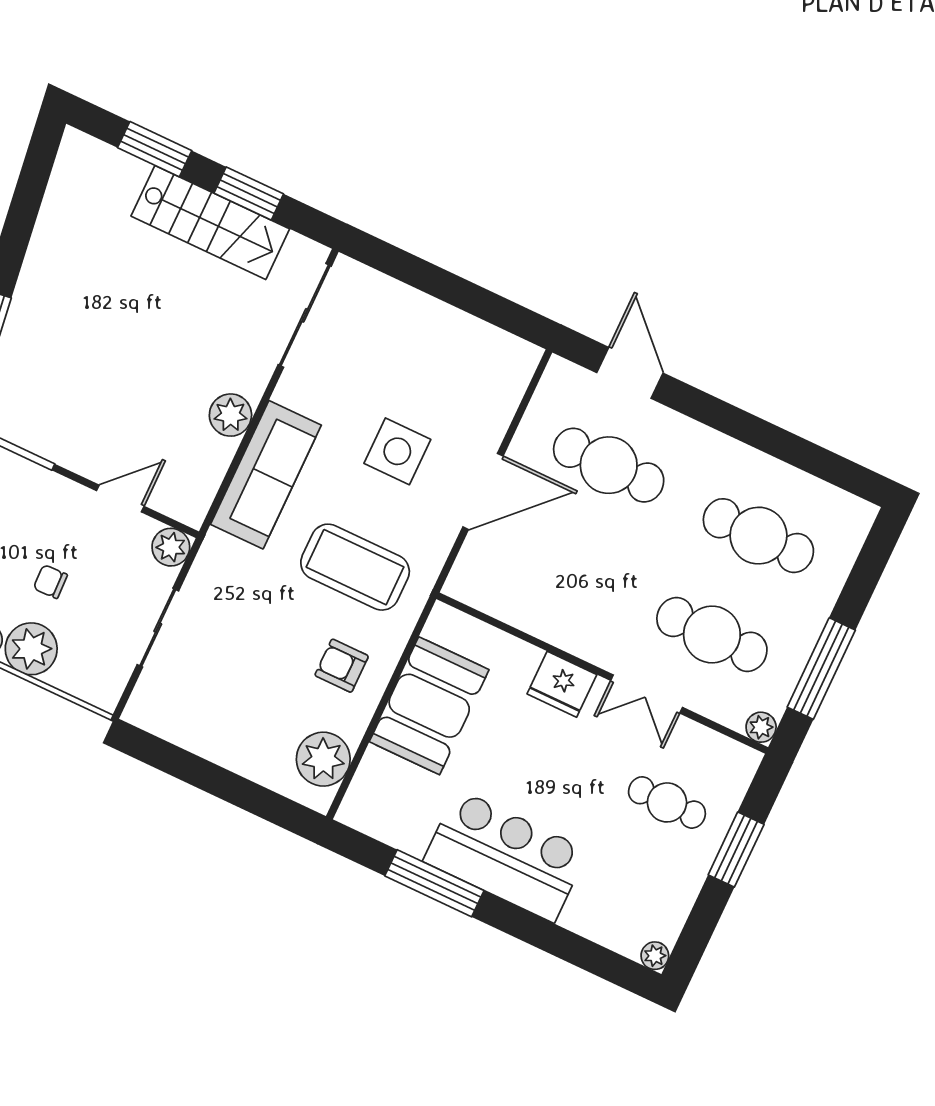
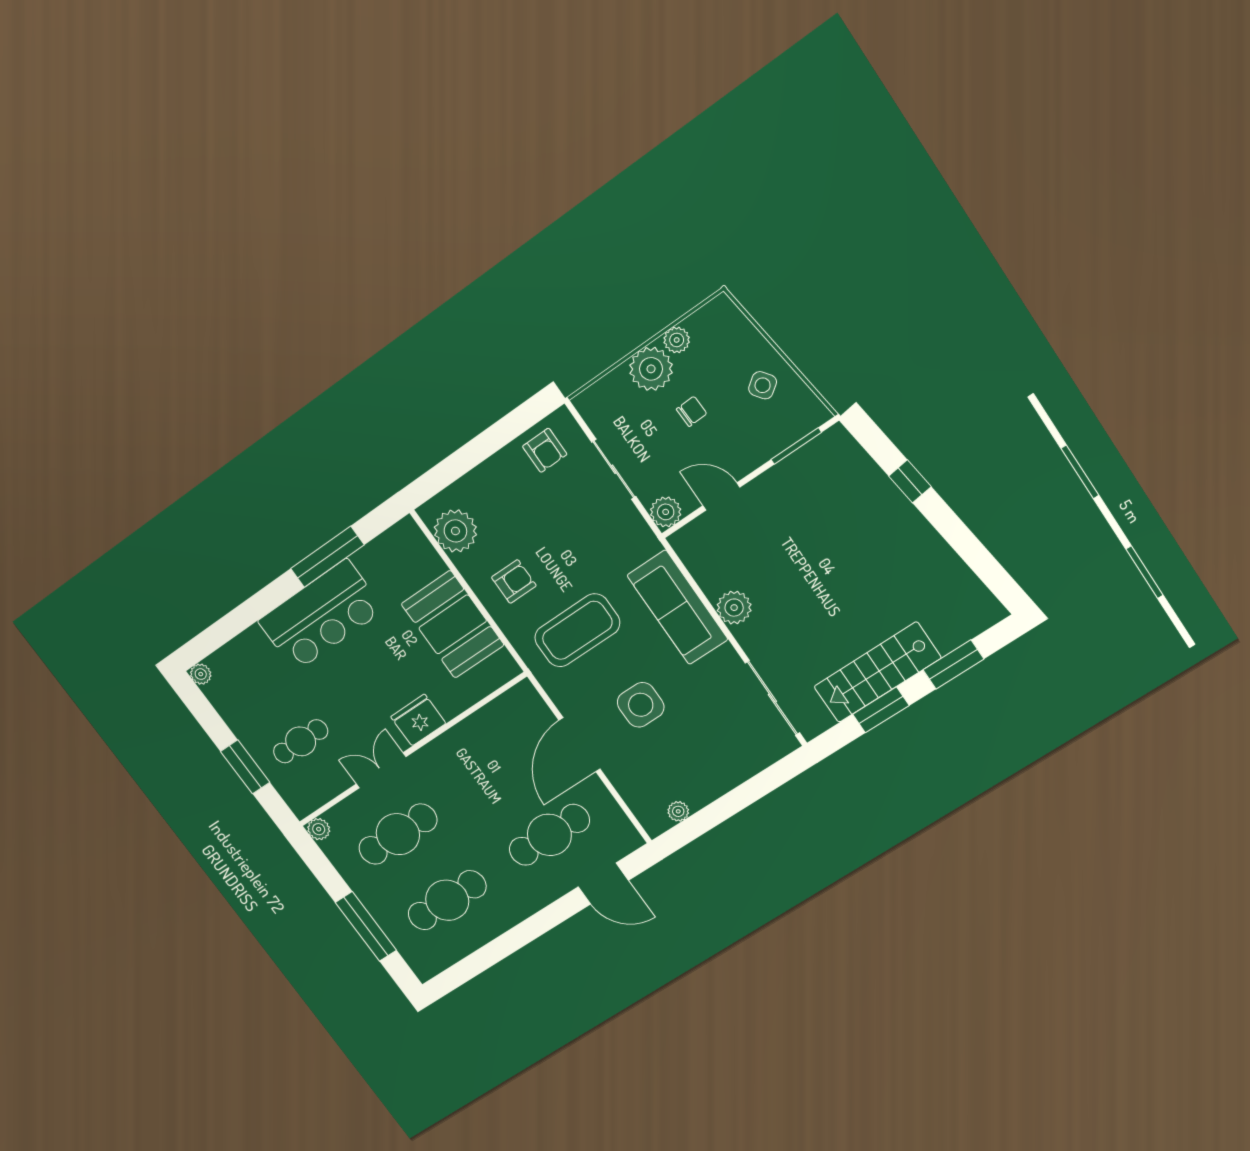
plant: (494, 340) -> (678, 811), added
door: (120, 498) -> (721, 496), swing flipped
window: (821, 669) -> (366, 926), moved
armchair: (180, 712) -> (545, 450), added

